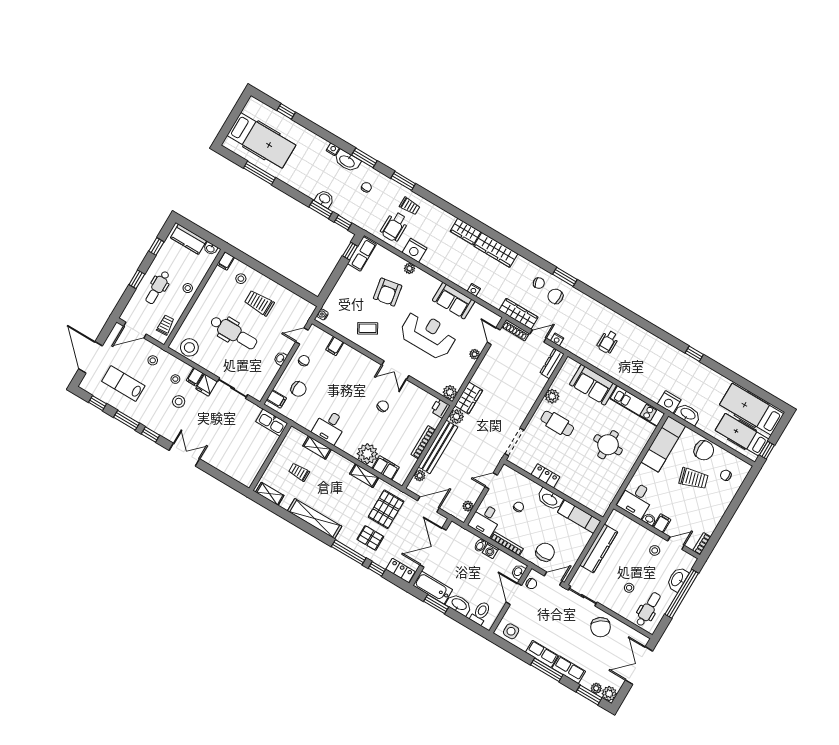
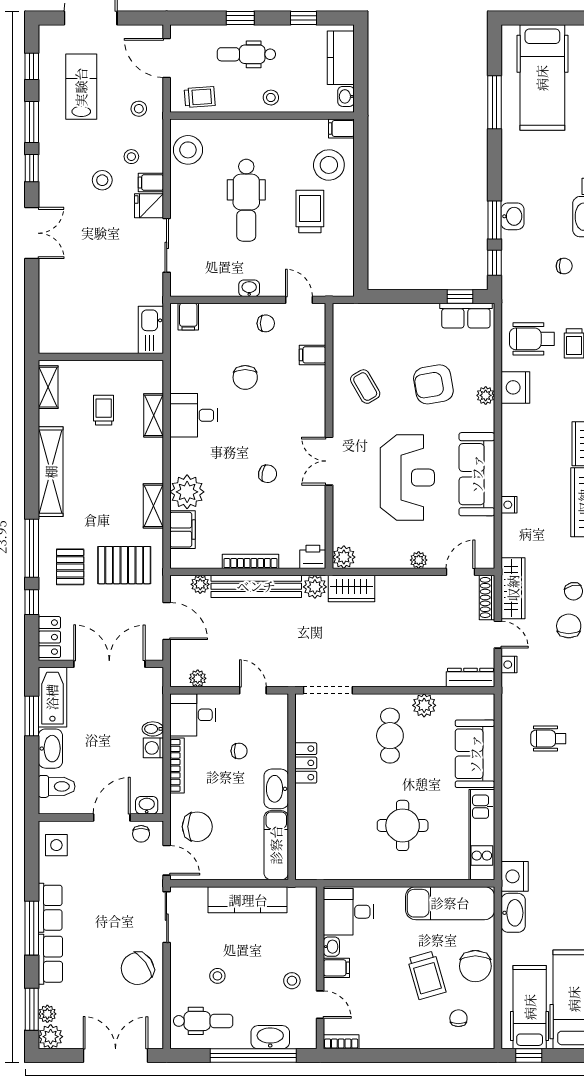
stool: (241, 279) -> (329, 165), width x1.89, depth x1.89
sofa: (454, 301) -> (477, 474), width x1.36
water cooler: (323, 314) -> (347, 311), removed
chair: (299, 389) -> (245, 377), moved

